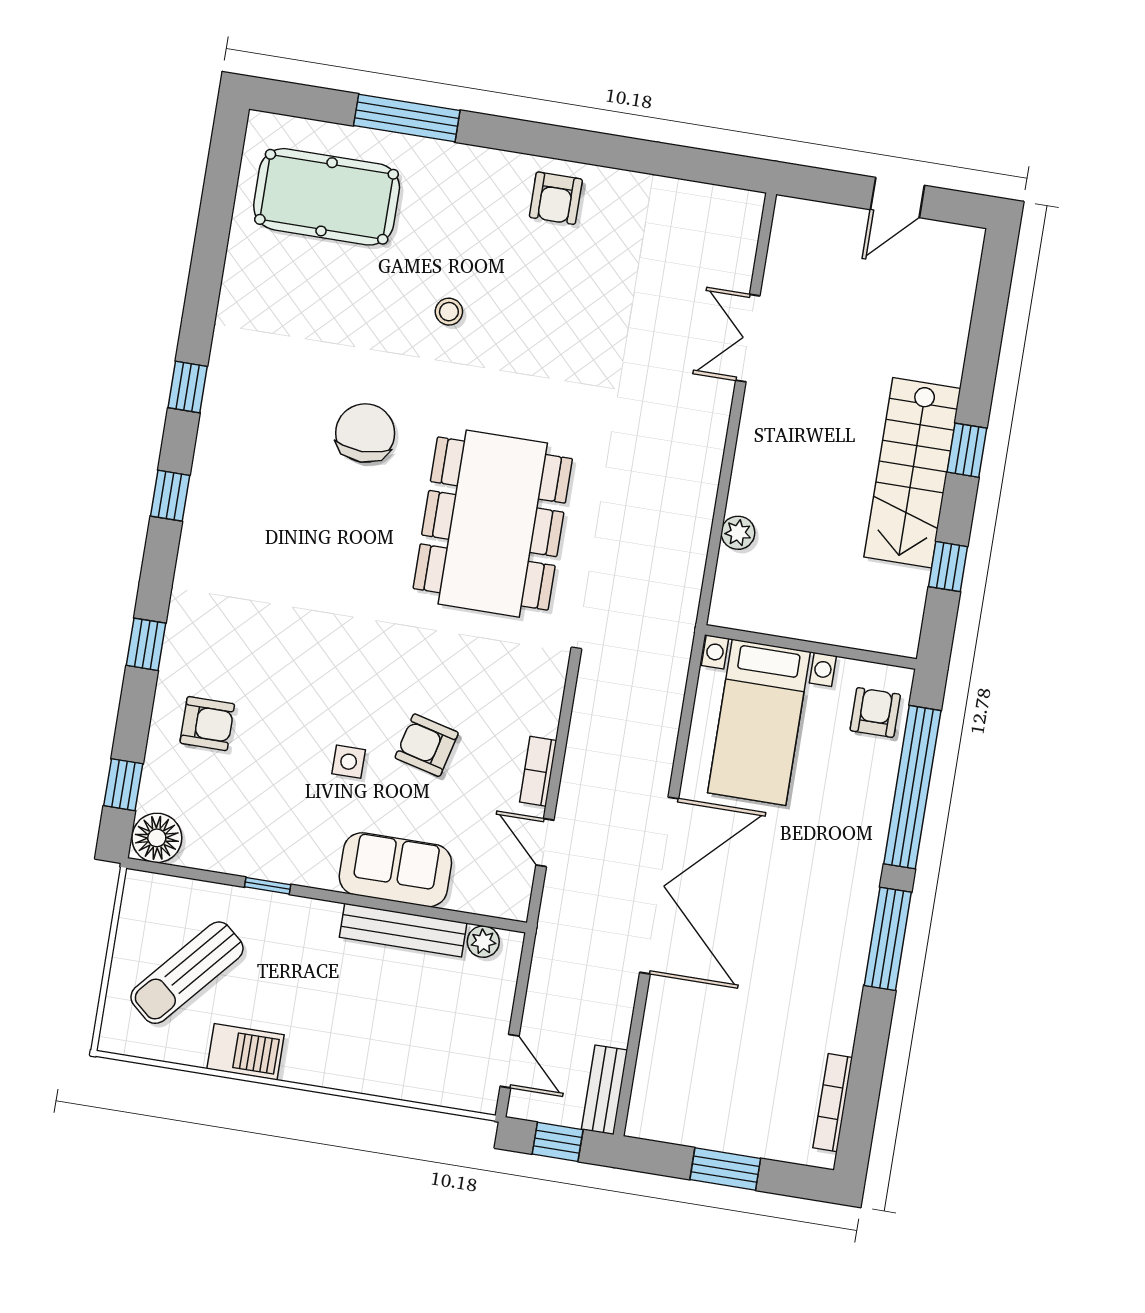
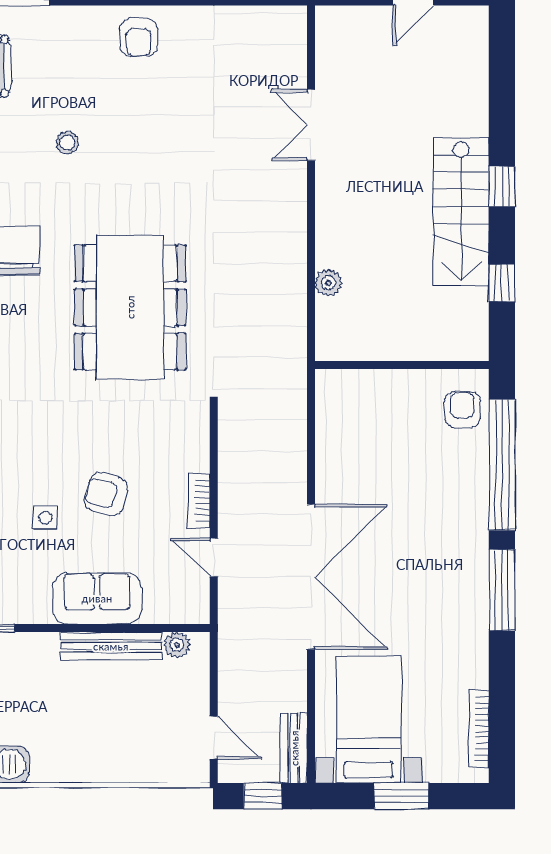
bed with nightstands: (759, 722) -> (369, 720), moved, turned 180

